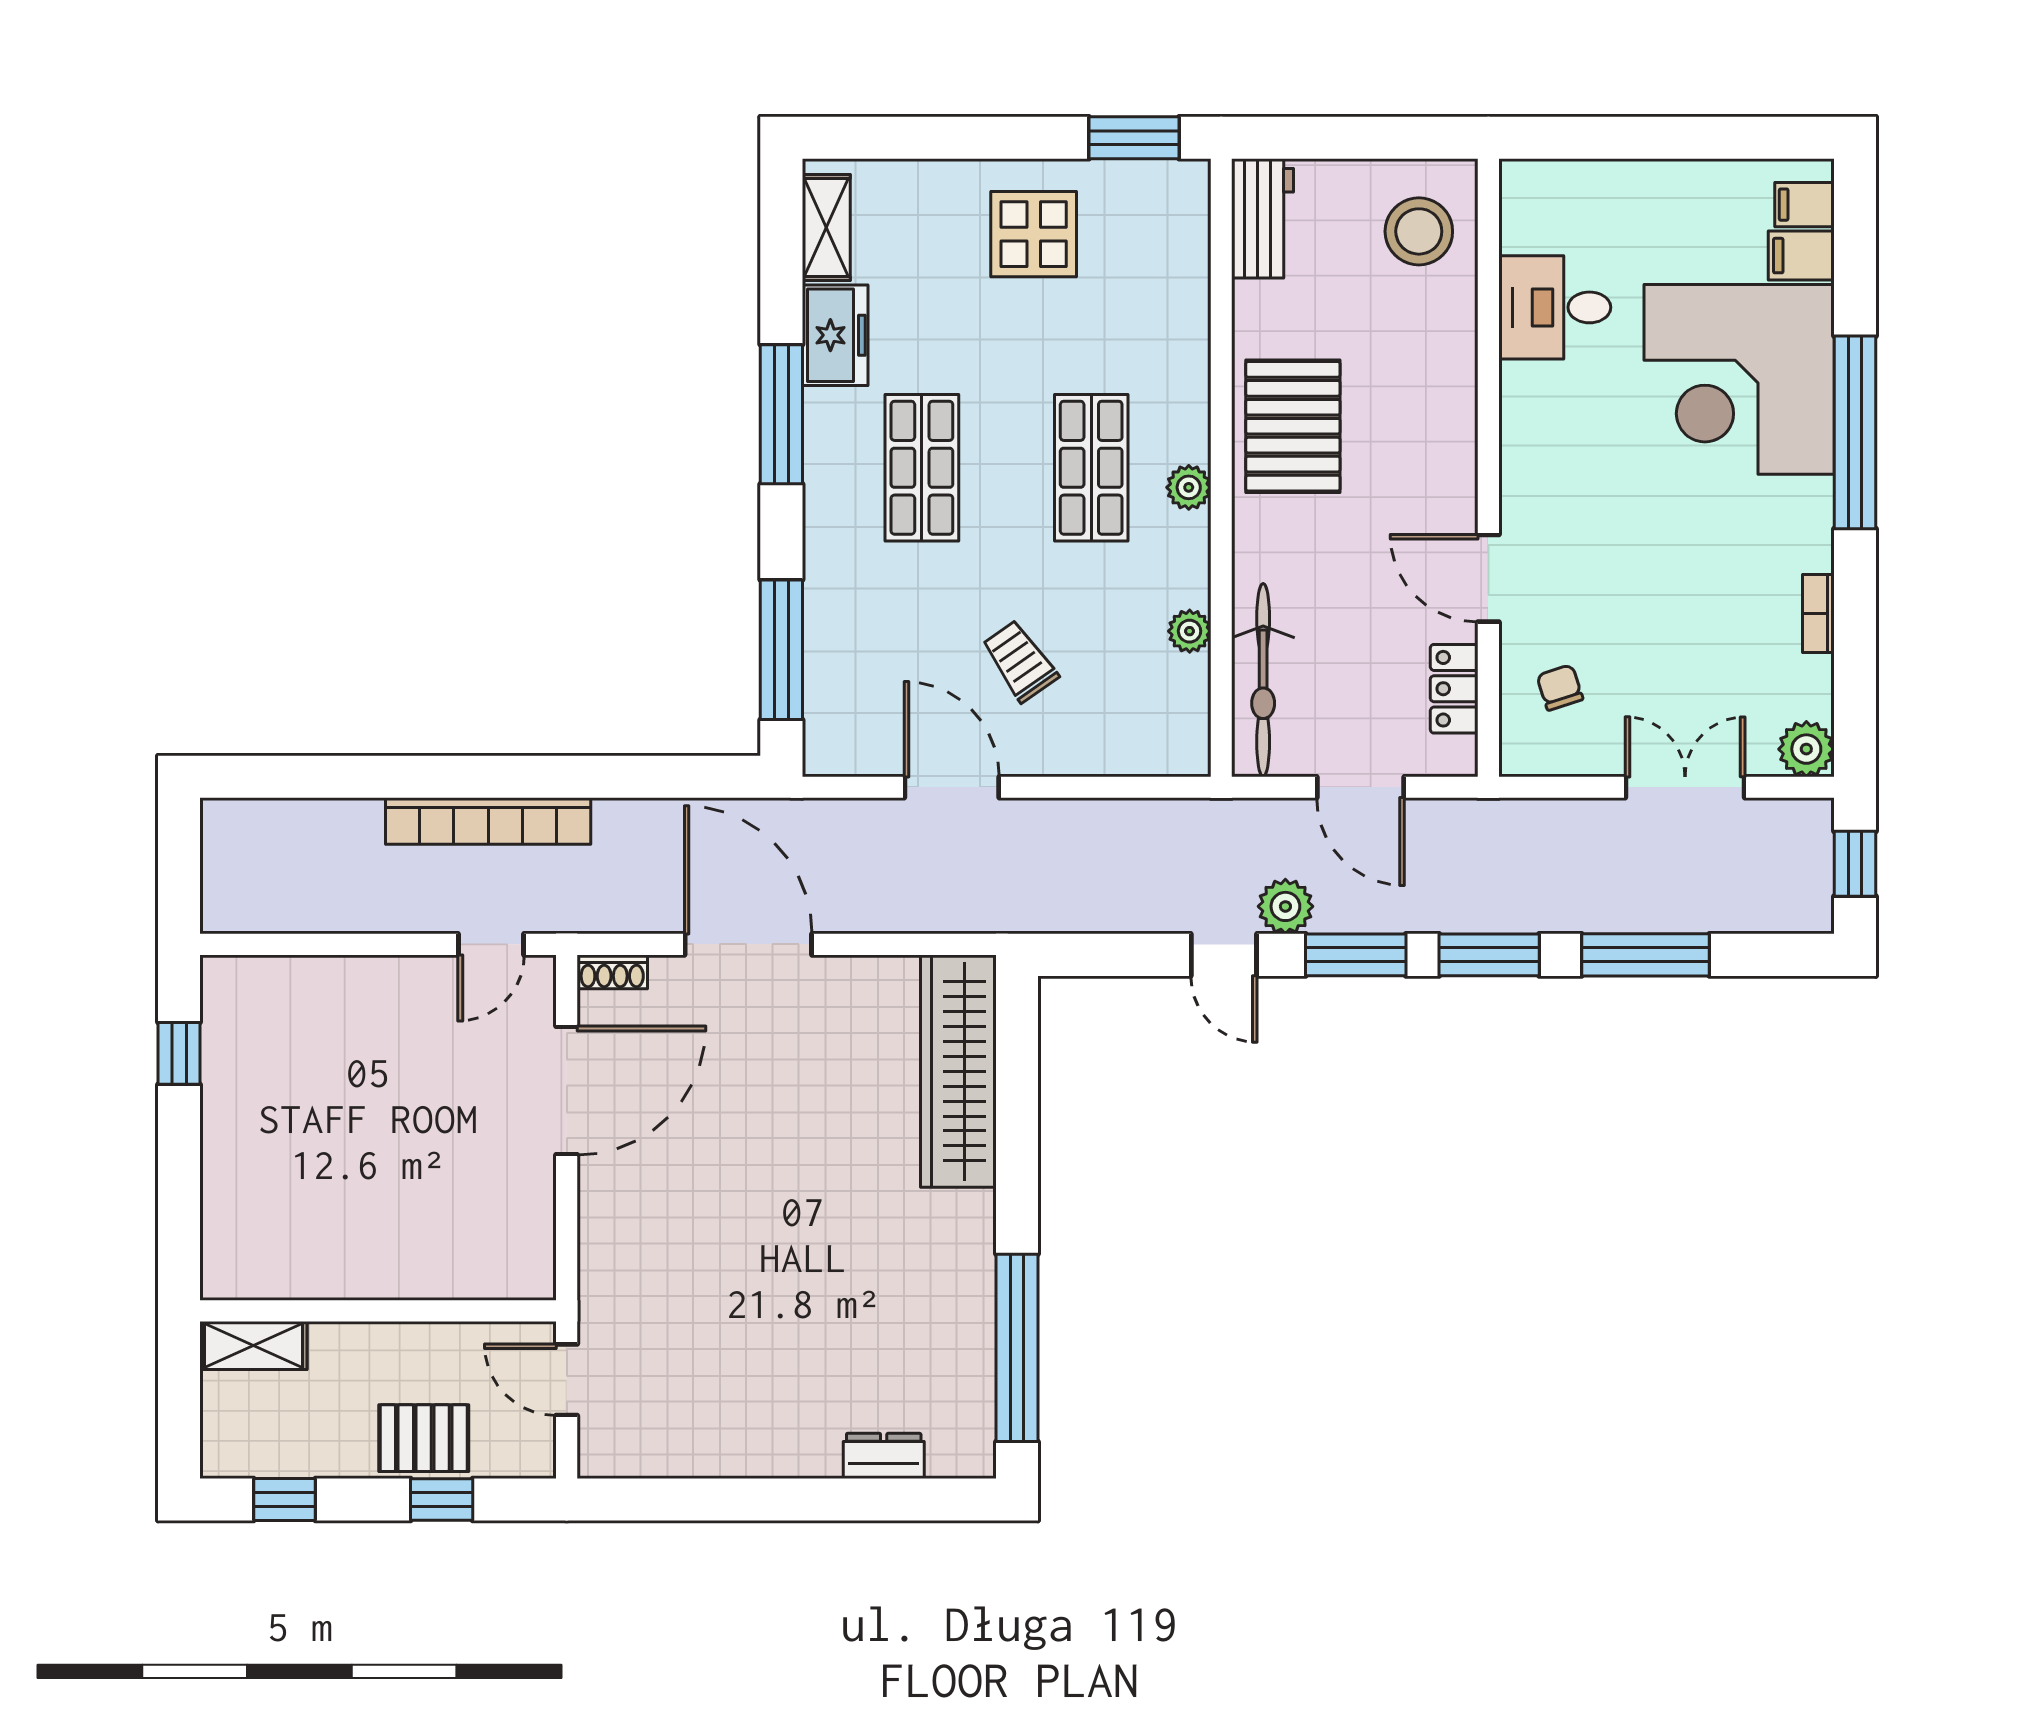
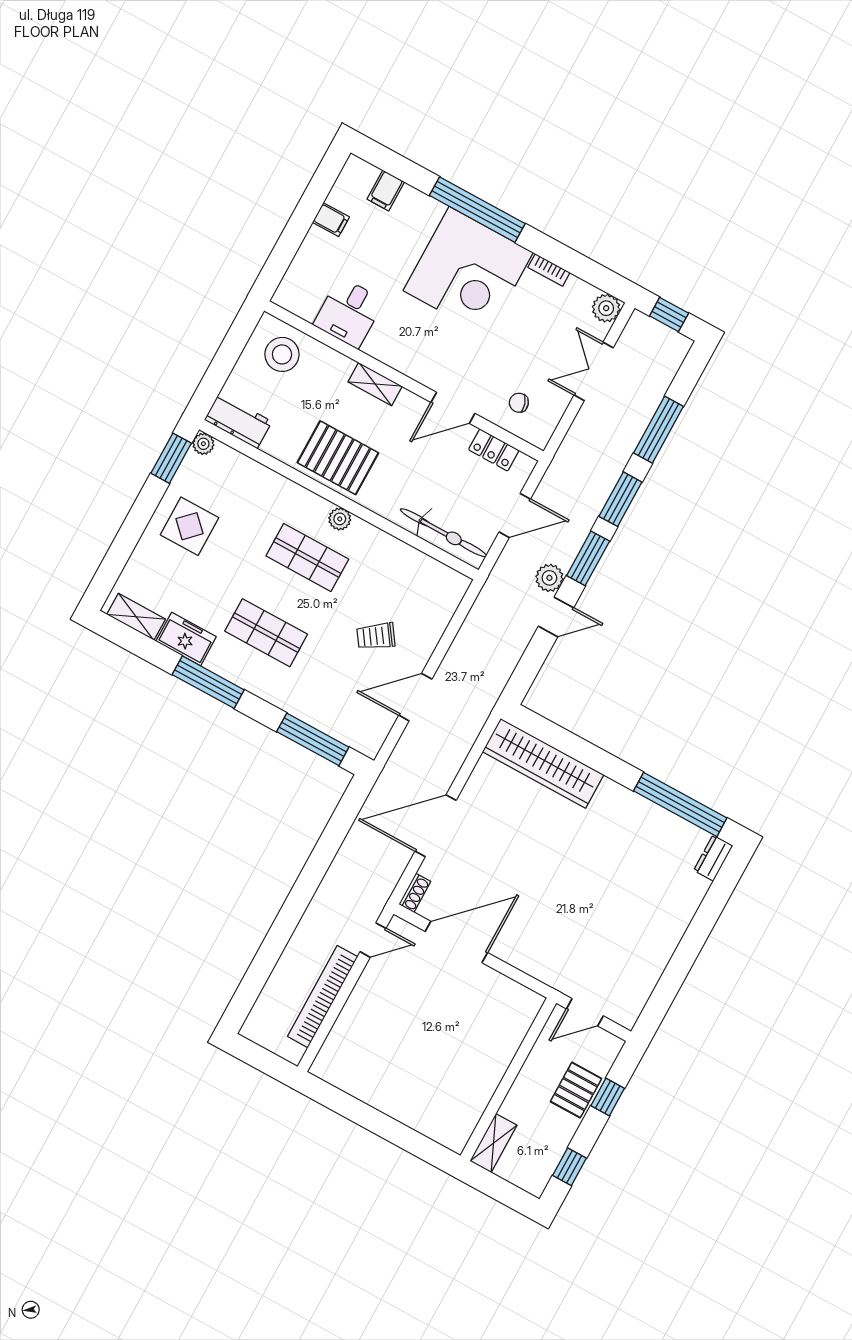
filing cabinet: (1804, 205) -> (331, 220), moved, turned -90
corner desk: (1739, 379) -> (468, 271), moved
shelving: (1456, 421) -> (375, 384), added
plant: (1190, 631) -> (203, 444), moved
bookcase: (488, 821) -> (323, 997), moved, turned 180
door: (491, 944) -> (373, 940), hinge flipped
window: (179, 1053) -> (346, 1105), removed
door: (567, 1091) -> (456, 942), hinge flipped
dresser: (884, 1456) -> (713, 858), moved

